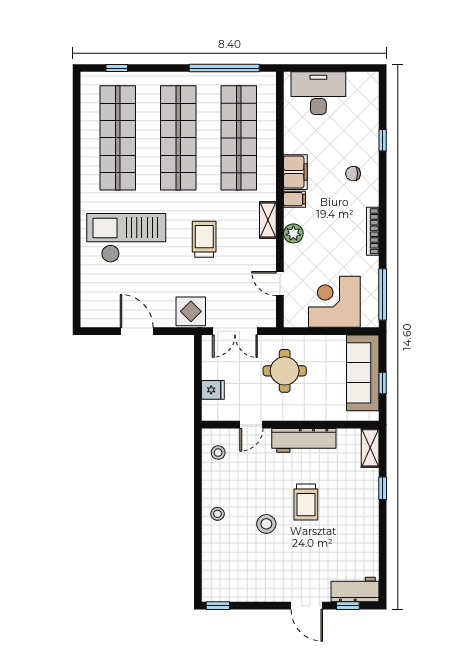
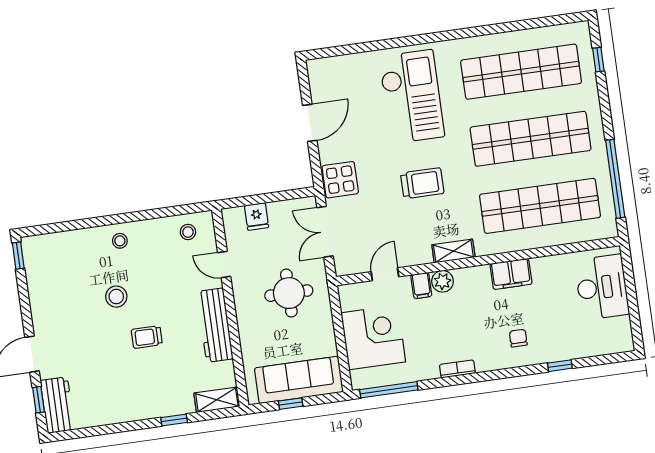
filing cabinet: (295, 199) -> (421, 286), moved
bookcase: (373, 231) -> (457, 369), width x0.64
trolley: (306, 502) -> (147, 337), width x0.73, depth x0.72

